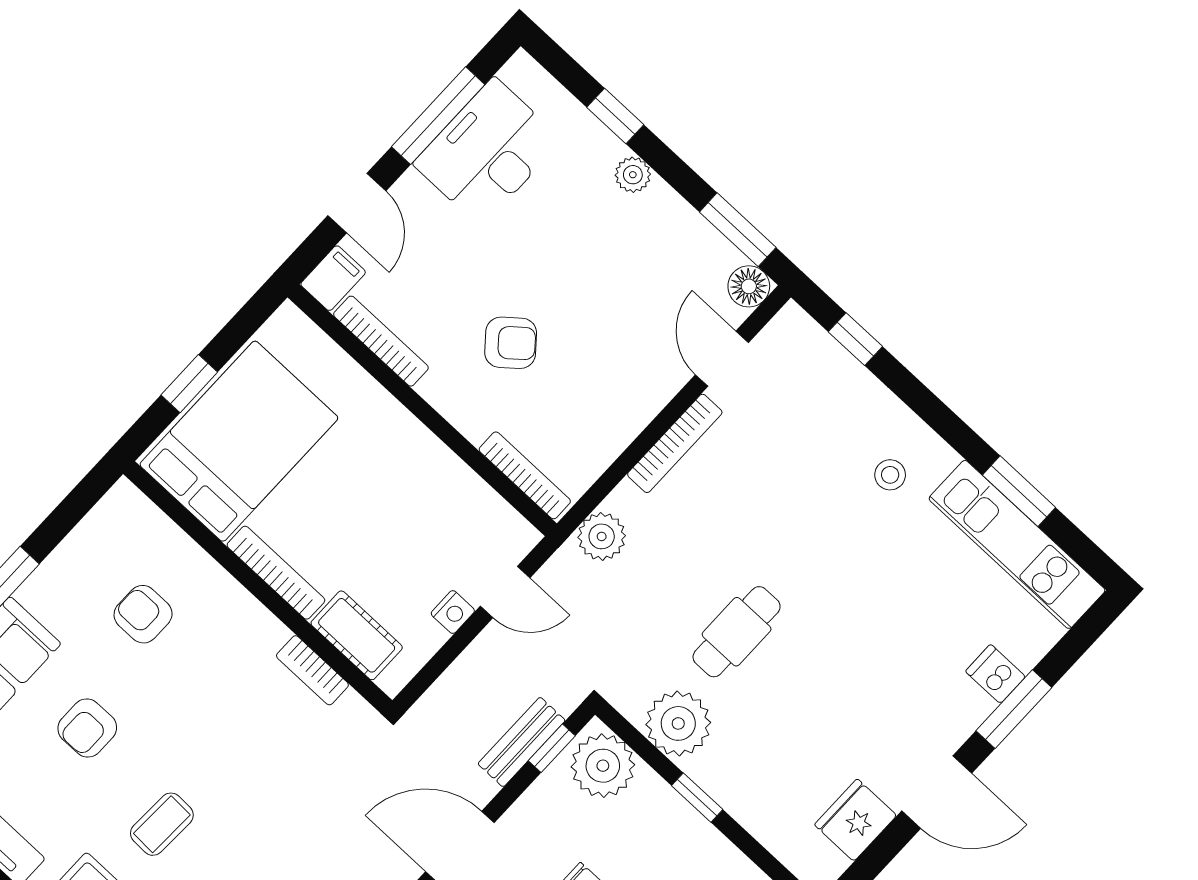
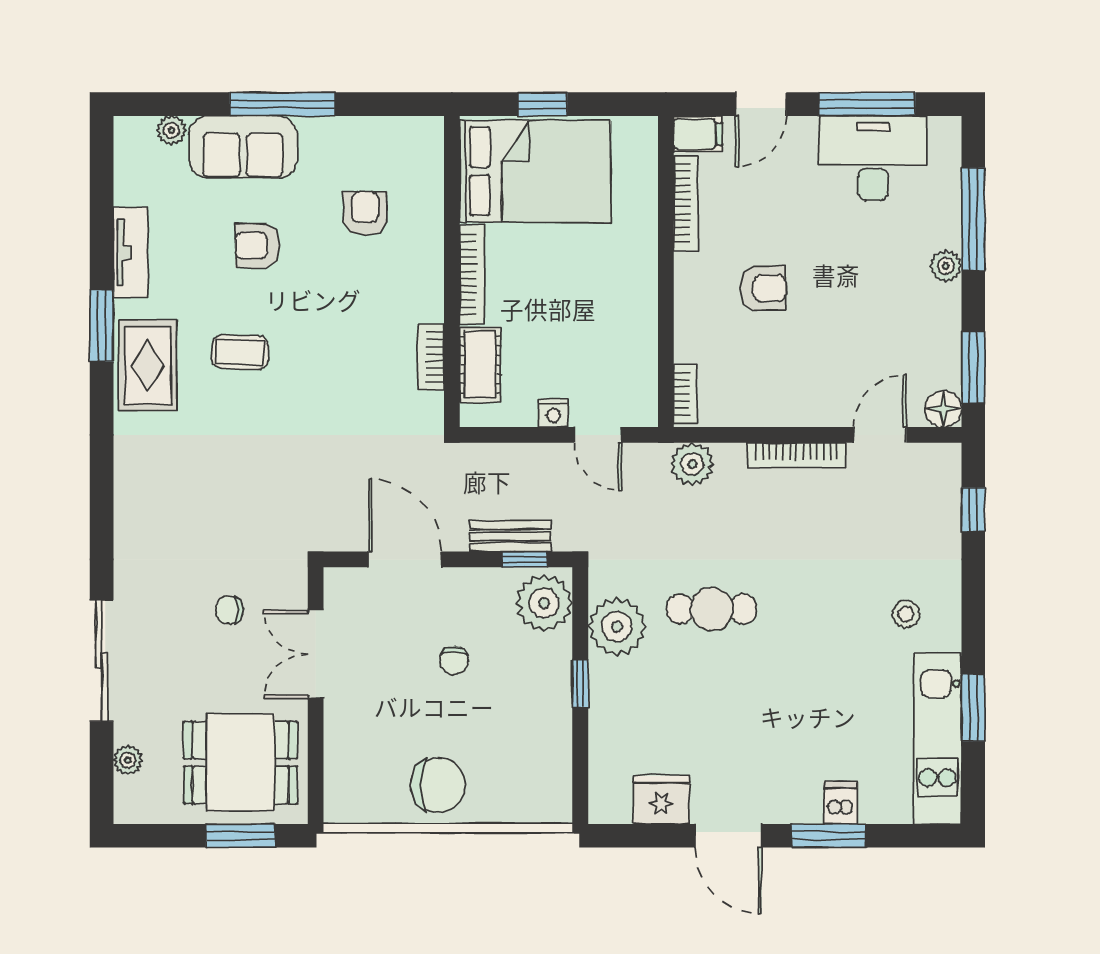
window: (615, 116) -> (973, 219), width x2.17
armchair: (511, 343) -> (763, 288), turned -50
bookcase: (525, 475) -> (685, 394), width x0.64

